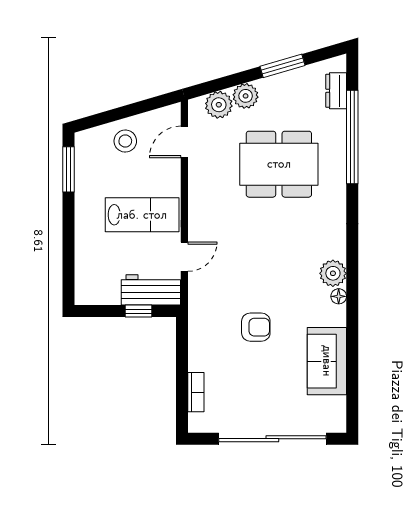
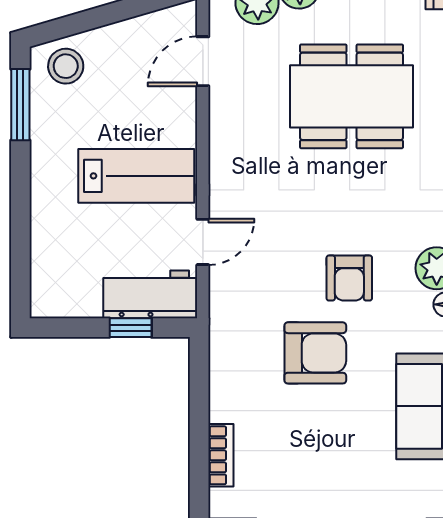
stool: (125, 141) -> (66, 66), moved
armchair: (277, 280) -> (349, 278), added
armchair: (256, 327) -> (315, 353), width x1.38, depth x1.38

